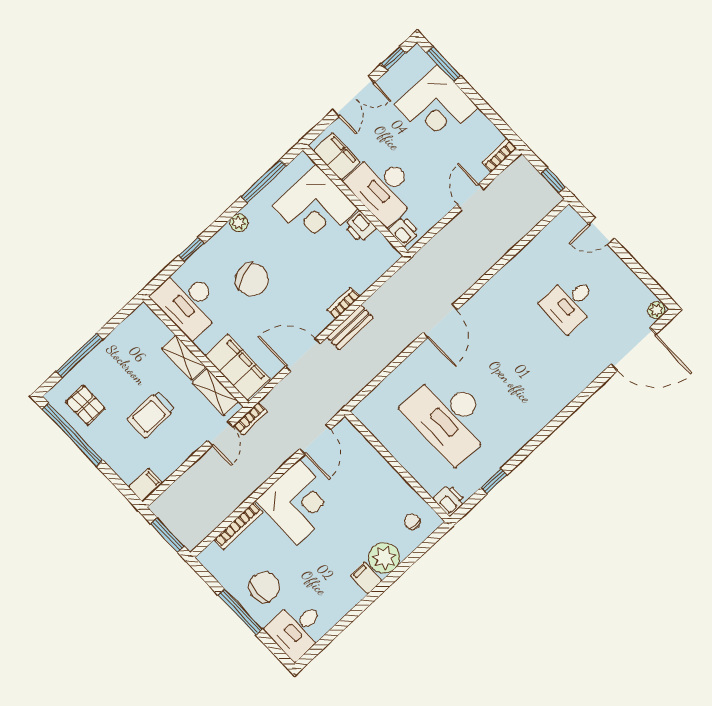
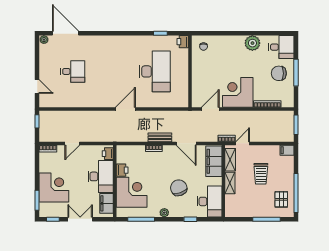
trolley: (151, 414) -> (261, 174), turned 90
plant: (384, 558) -> (252, 43), moved
filing cabinet: (366, 578) -> (239, 42), removed

